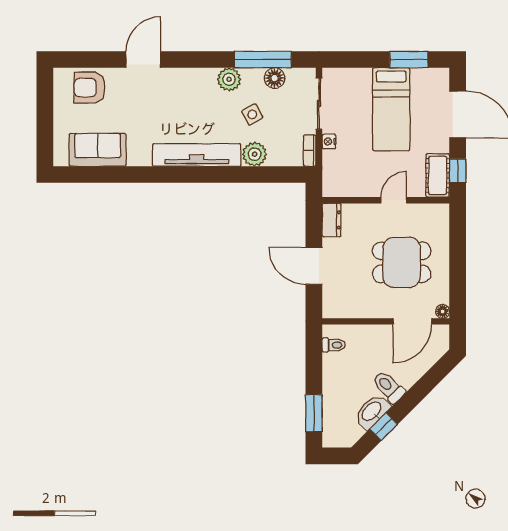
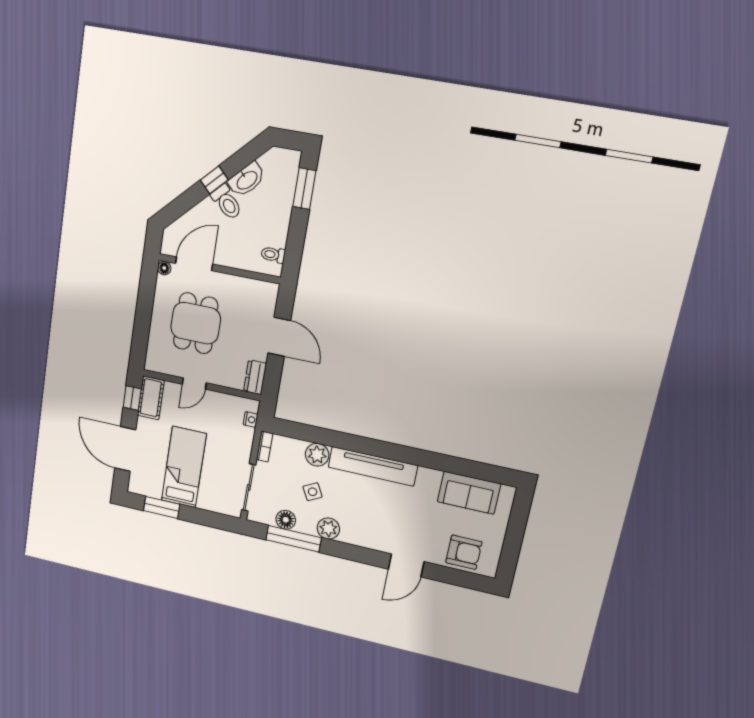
nightstand: (329, 141) -> (251, 419), moved
dining table: (402, 262) -> (196, 323), turned 90
window: (384, 427) -> (214, 180), moved

